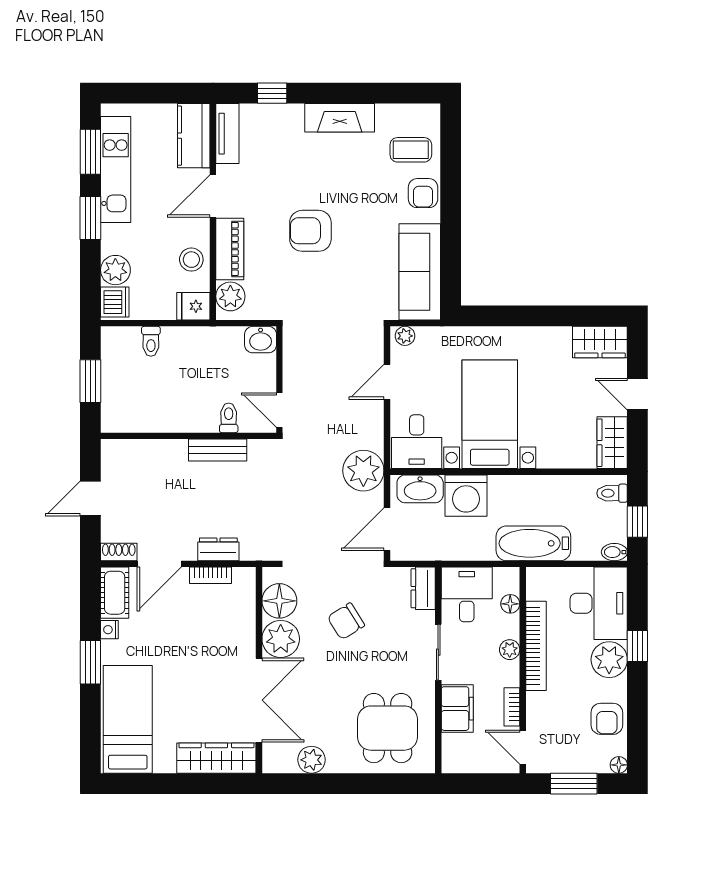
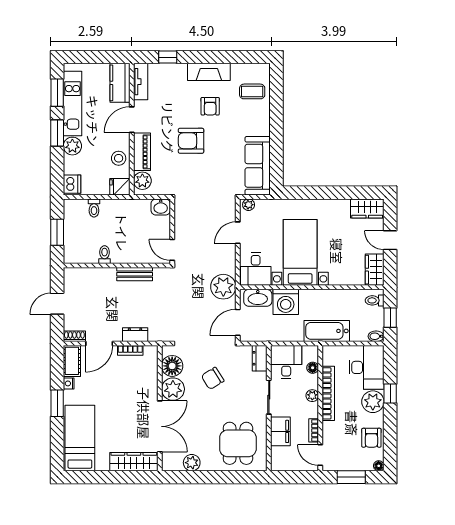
armchair: (423, 193) -> (210, 106), moved
plant: (115, 270) -> (72, 146), moved
toilet: (229, 418) -> (105, 255), moved

